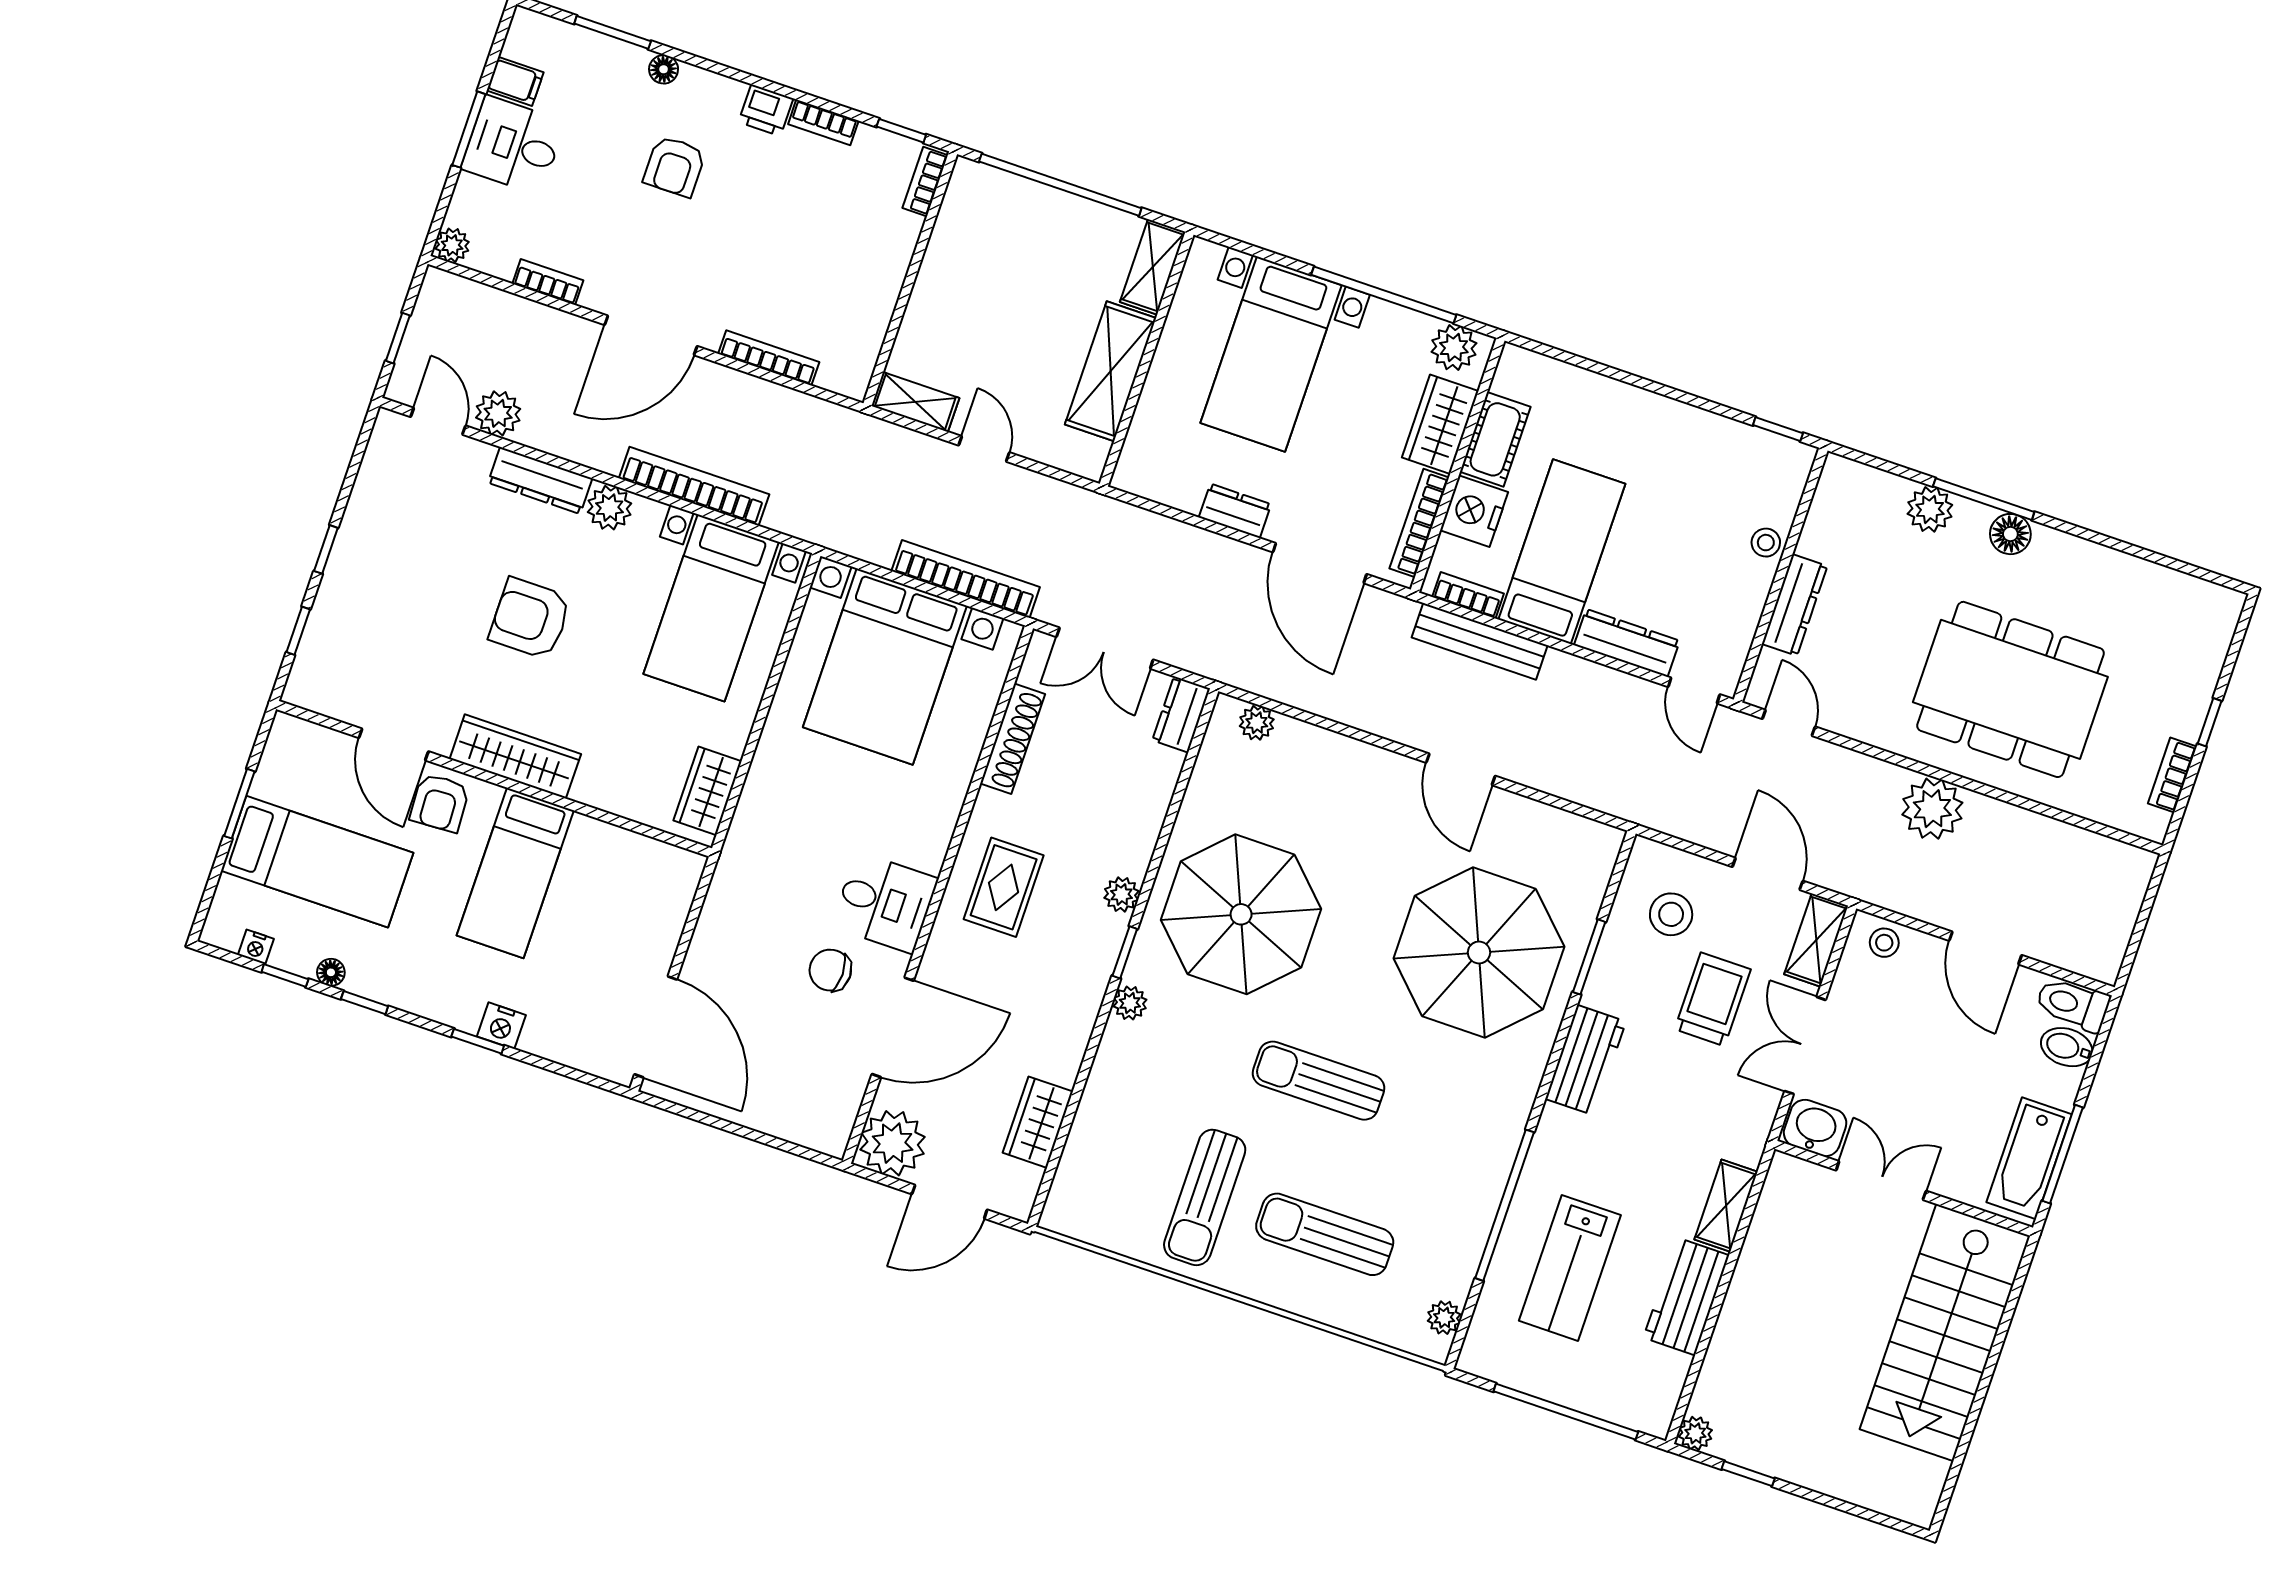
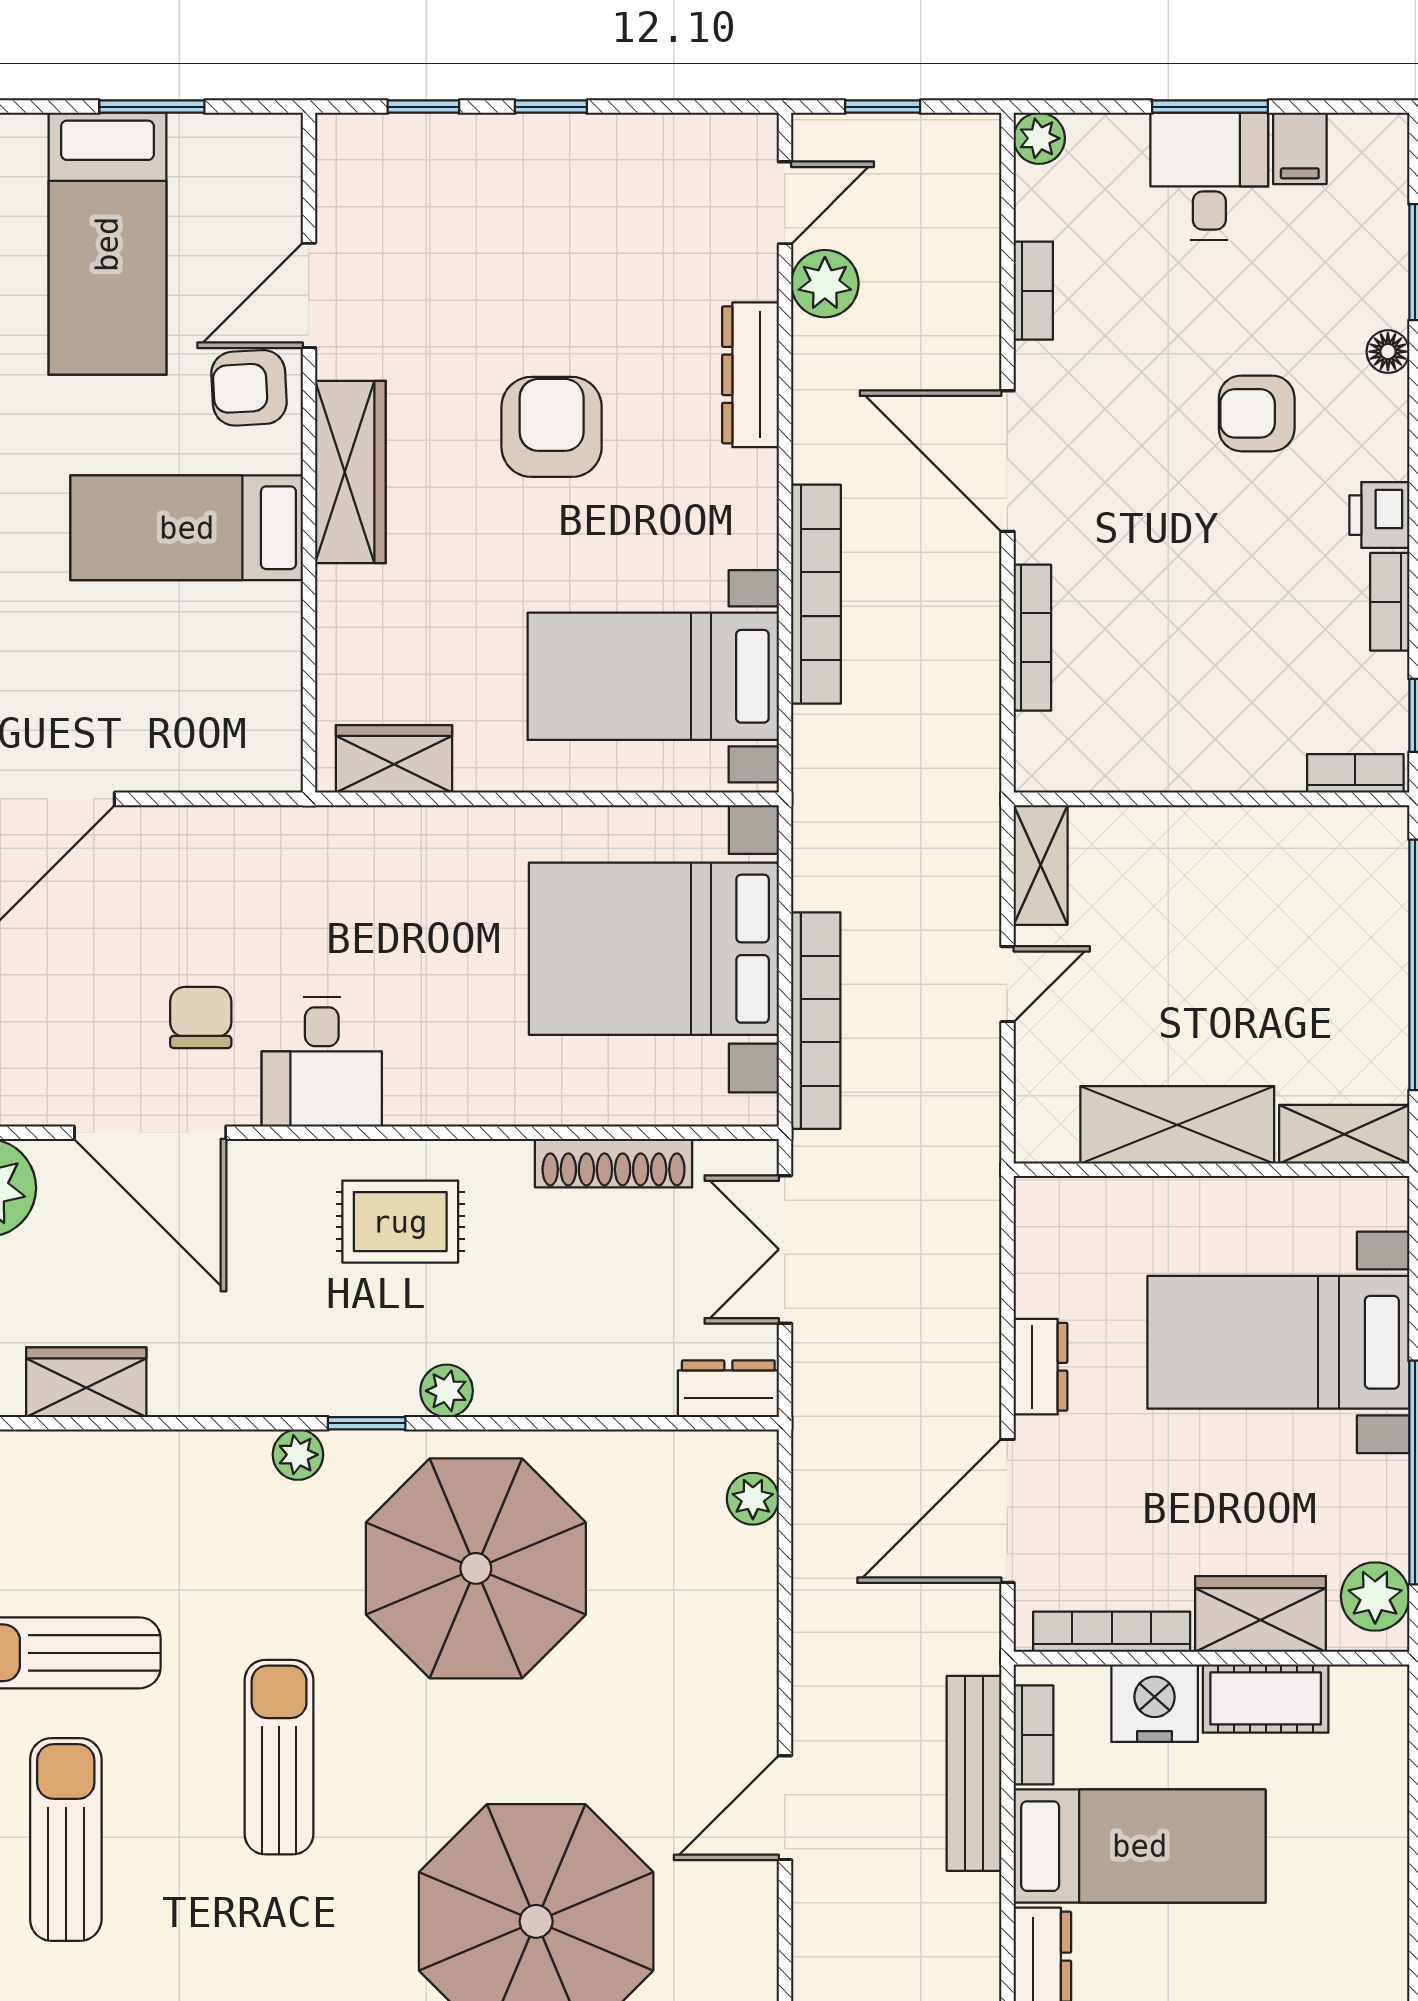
plant: (610, 508) -> (745, 485), removed

